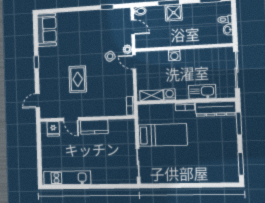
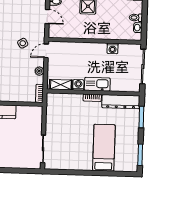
plant: (127, 49) -> (39, 71), moved
washing machine: (174, 55) -> (113, 48), moved
door: (134, 62) -> (46, 51), hinge flipped
kitchen sink: (202, 92) -> (97, 84), moved
bed: (163, 135) -> (104, 148), moved, turned -90

